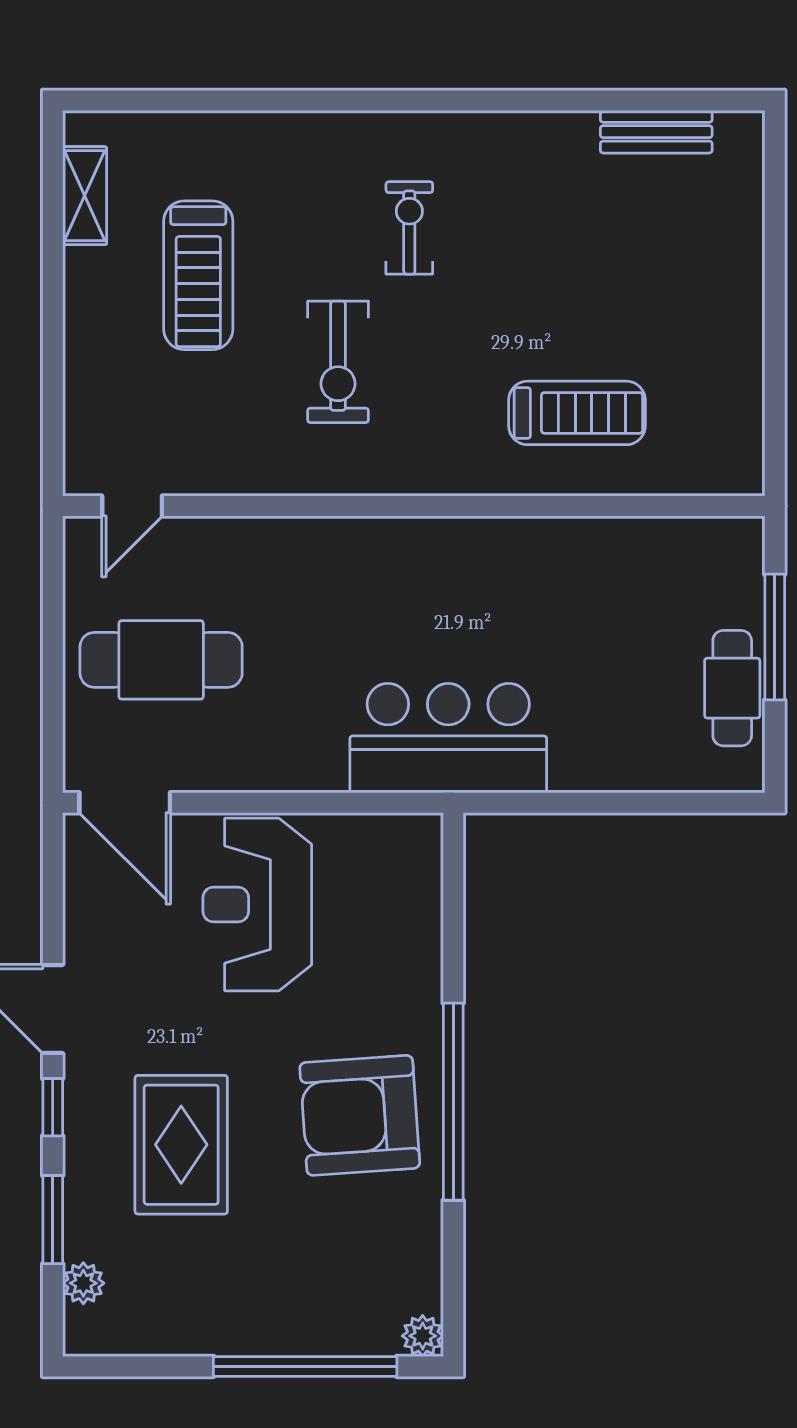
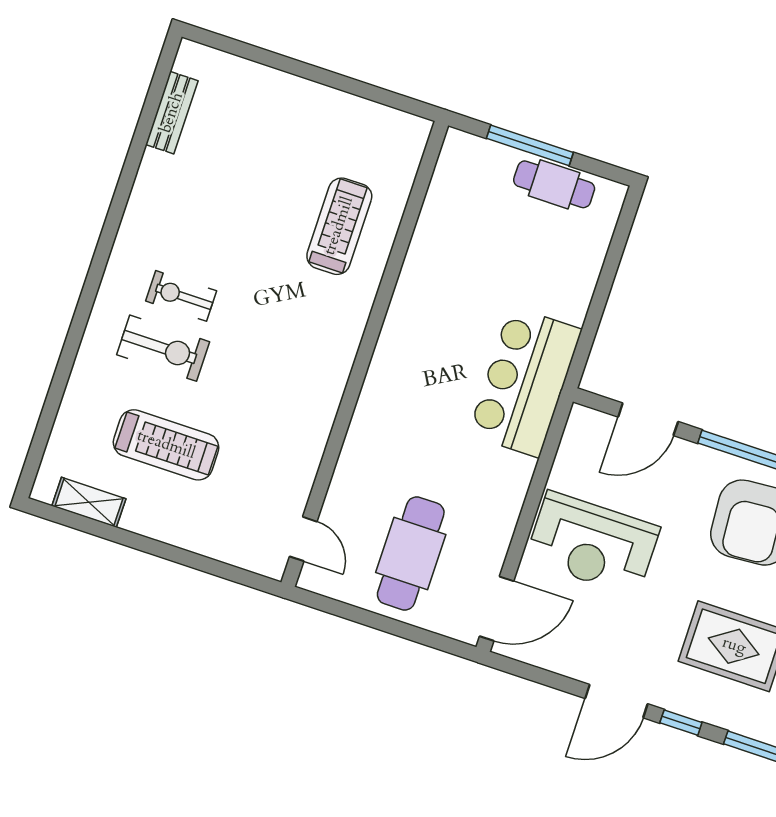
exercise bike: (338, 362) -> (163, 348), moved
door: (453, 924) -> (648, 419), added

